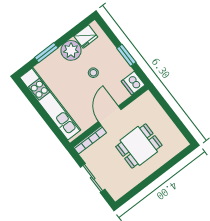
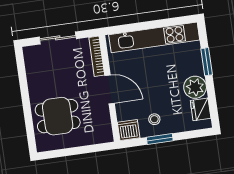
stool: (93, 73) -> (154, 119), moved
dining table: (139, 146) -> (58, 116), moved, turned 90

